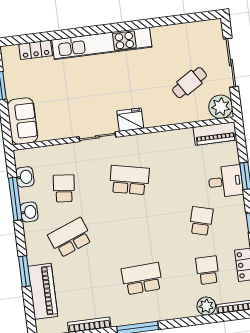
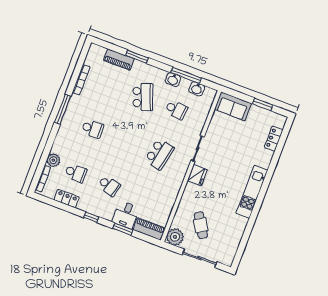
kitchen unit: (102, 43) -> (252, 192), width x0.73
piano: (215, 134) -> (149, 229), moved, turned 90
school desk: (142, 279) -> (93, 129), width x0.54
piano: (43, 291) -> (119, 60), width x0.73, depth x0.75

